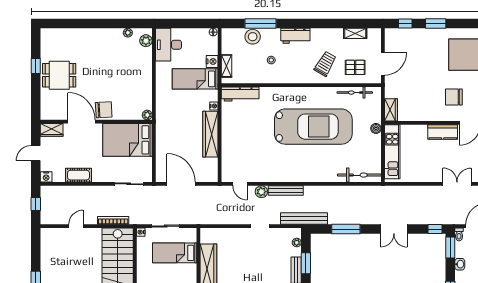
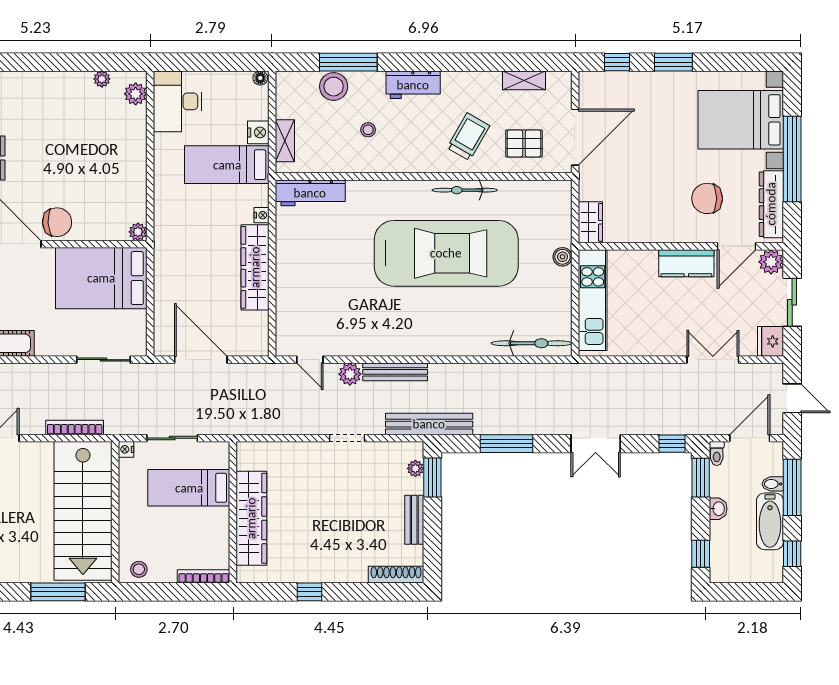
door: (383, 64) -> (575, 137), width x1.36
bicycle: (355, 93) -> (465, 190), moved
window: (306, 263) -> (432, 478), moved

